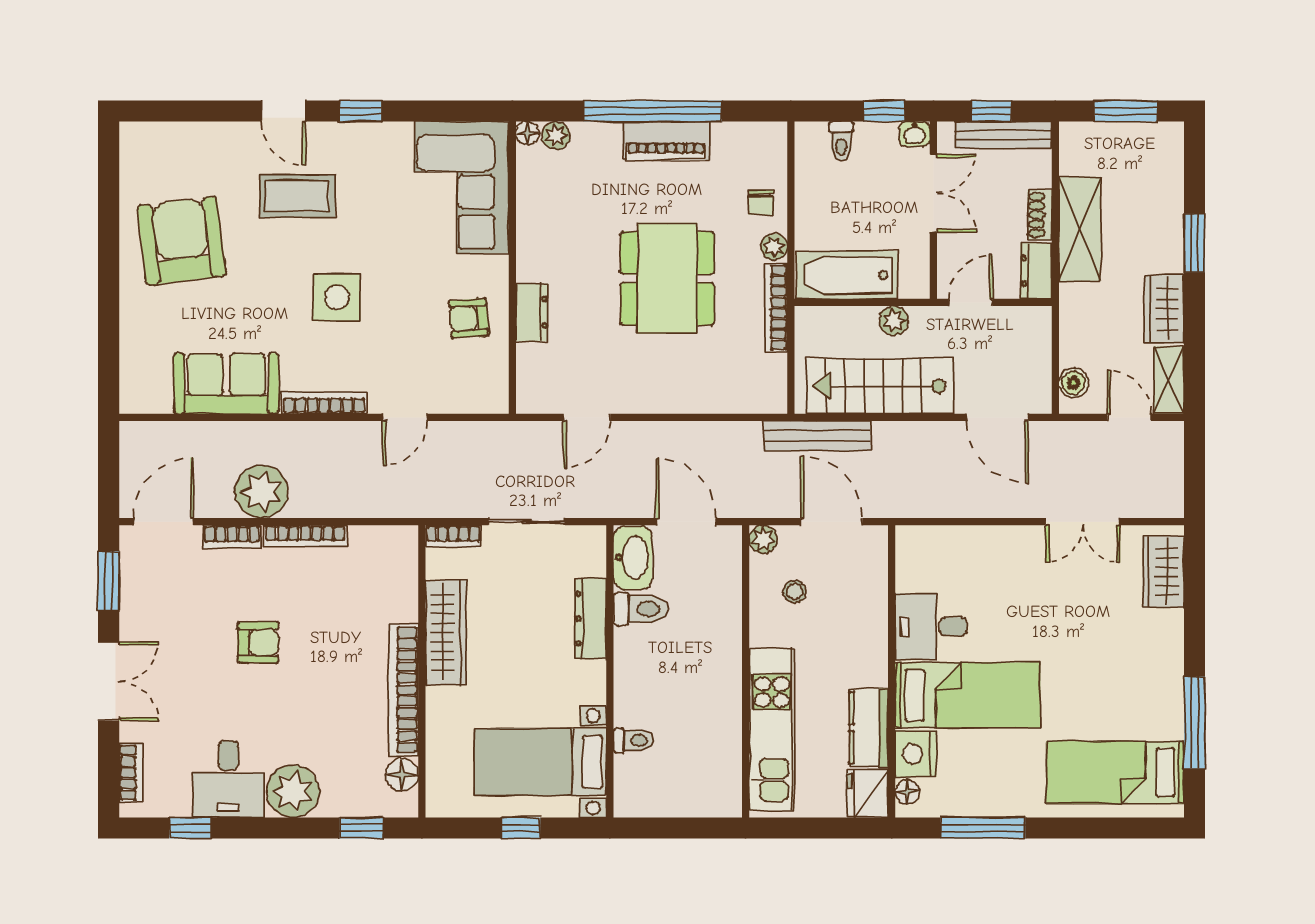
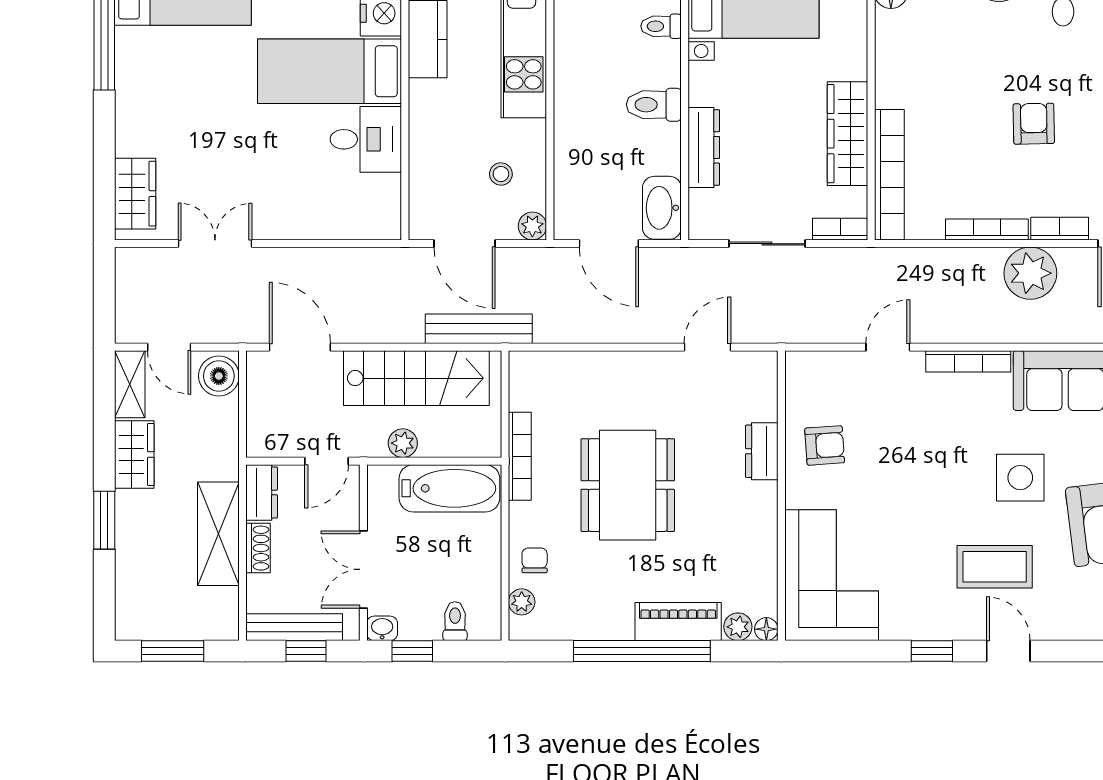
piano: (666, 141) -> (678, 622), moved
plant: (774, 247) -> (522, 602), moved
side table: (337, 297) -> (1020, 478), moved
boiler: (1074, 383) -> (219, 376), width x1.36, depth x1.36
toilet: (641, 609) -> (654, 105), moved
armchair: (258, 642) -> (1034, 124), turned 89
bookcase: (403, 690) -> (889, 175), moved

